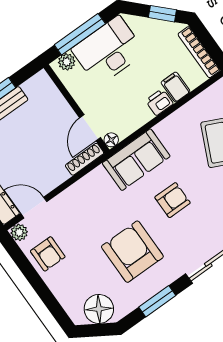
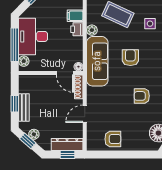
sofa: (136, 160) -> (97, 61), width x1.36
door: (34, 208) -> (85, 114), moved
plant: (19, 232) -> (92, 30), moved
armchair: (132, 252) -> (142, 96), width x0.53, depth x0.53

